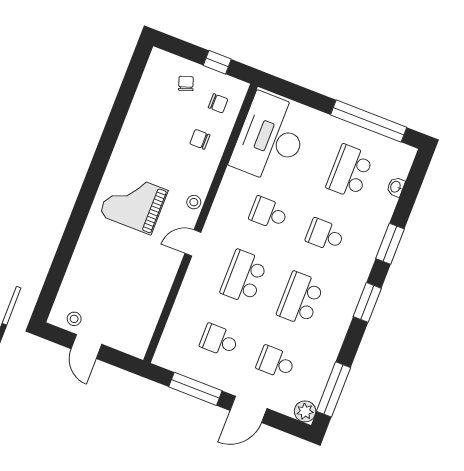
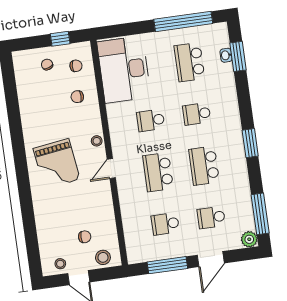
grand piano: (134, 203) -> (57, 164), turned -98
window: (390, 244) -> (238, 56), moved
chair: (119, 304) -> (85, 237), added
stool: (127, 339) -> (103, 257), added

